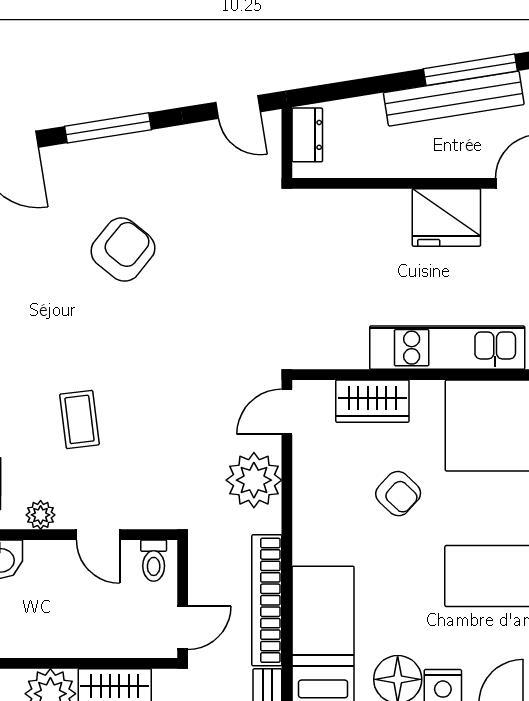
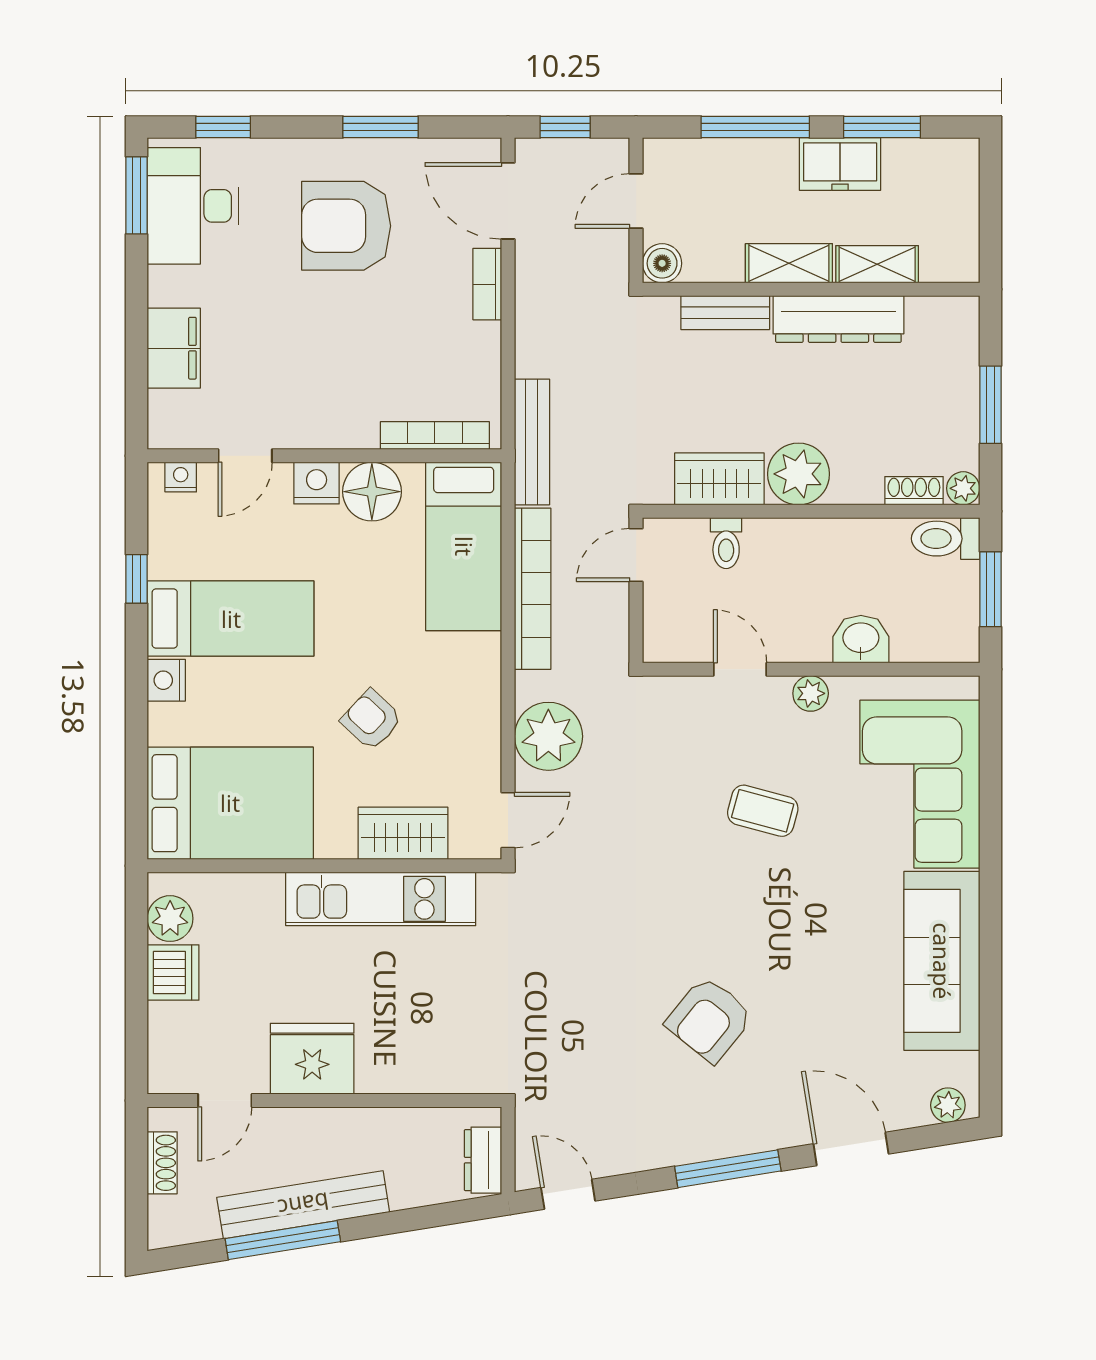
kitchen unit: (447, 348) -> (381, 899), moved
coffee table: (79, 419) -> (763, 811), turned -68
toilet: (154, 561) -> (726, 543), moved, turned 180

